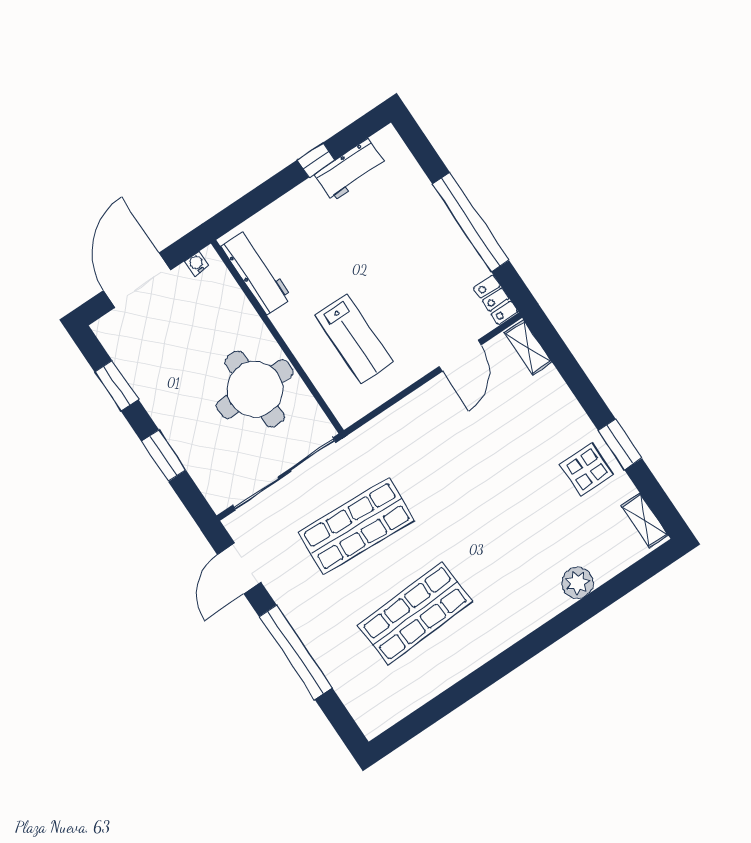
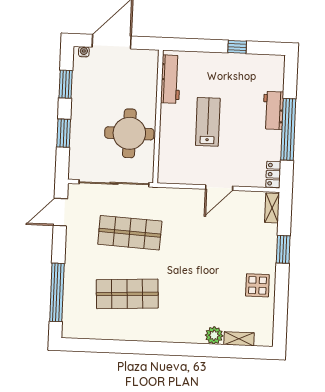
workbench: (351, 170) -> (273, 110), moved, turned 90
water cooler: (197, 264) -> (84, 52), moved
lab bench: (354, 339) -> (208, 122), moved, turned 180
door: (460, 356) -> (219, 188), moved
window: (620, 444) -> (283, 249), moved
shelving: (645, 521) -> (239, 339), moved, turned 90
window: (296, 652) -> (57, 292), moved

